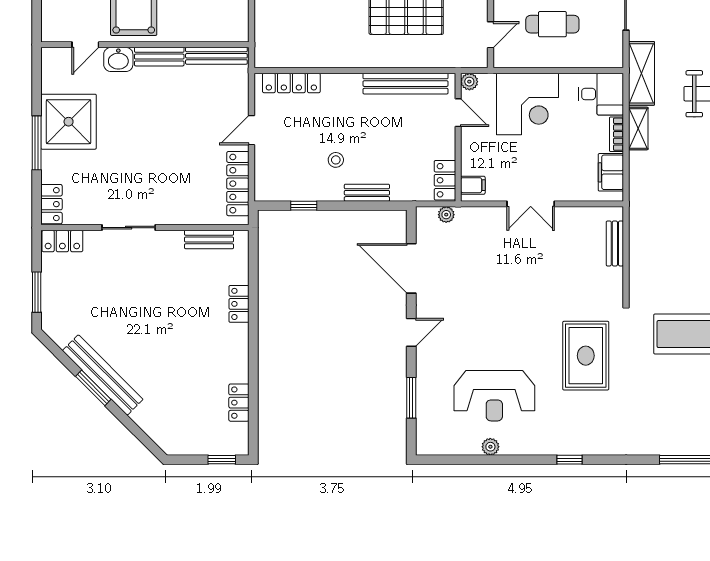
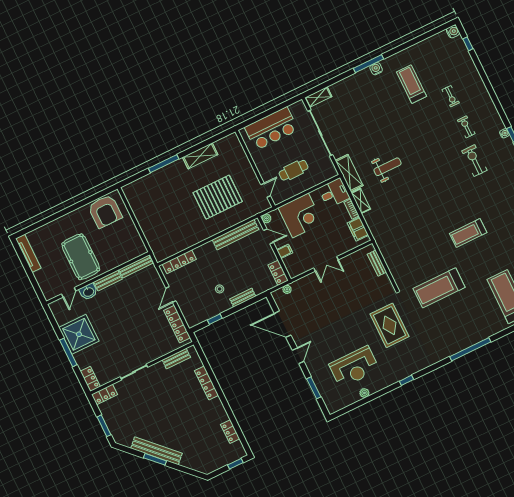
filing cabinet: (473, 185) -> (285, 251), moved
locker: (239, 304) -> (206, 383), width x1.53

